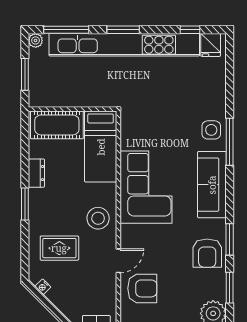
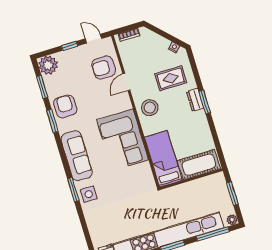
window: (230, 142) -> (73, 190), width x0.69
dresser: (36, 173) -> (195, 100), moved

